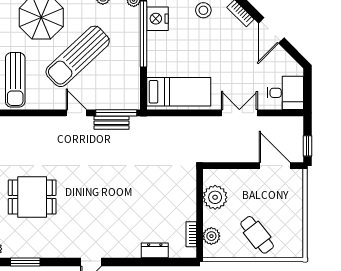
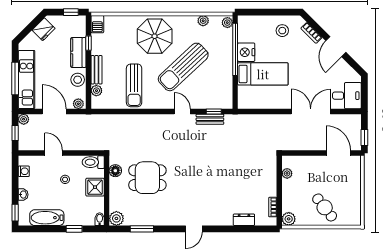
nightstand: (158, 19) -> (246, 52), moved
bed: (179, 92) -> (263, 74), moved
window: (116, 113) -> (214, 111), width x0.46
double door: (239, 113) -> (311, 111), width x1.37
plant: (215, 197) -> (287, 173), width x0.53, depth x0.53
plant: (211, 236) -> (289, 219), moved

